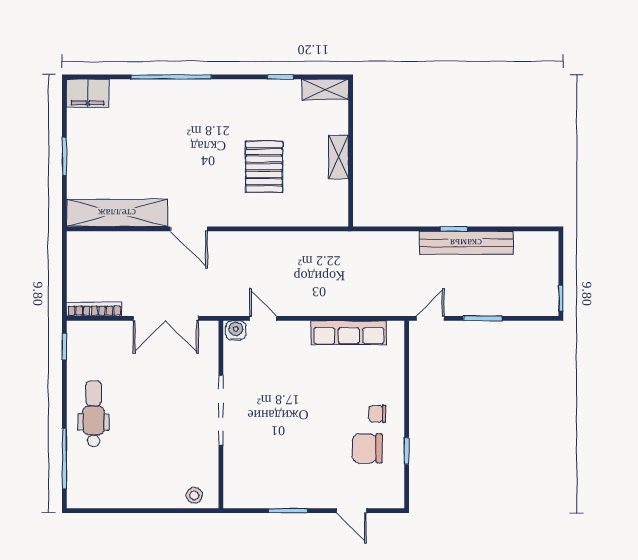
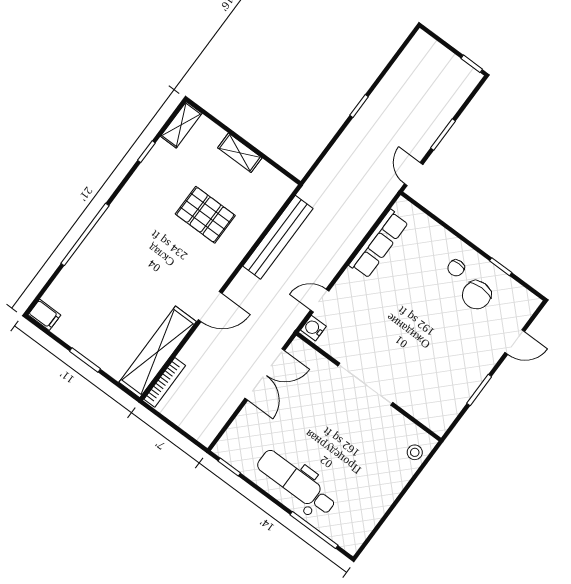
filing cabinet: (88, 93) -> (44, 315), width x0.50
bench: (466, 243) -> (278, 237), moved
bookcase: (94, 309) -> (165, 382), moved, turned 180
dental chair: (94, 414) -> (296, 483), width x1.36, depth x1.38

